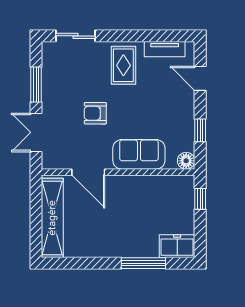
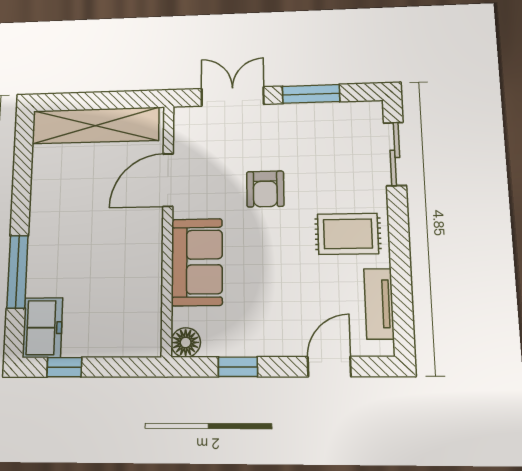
armchair: (95, 113) -> (265, 189), turned 180
window: (200, 199) -> (64, 367), moved

